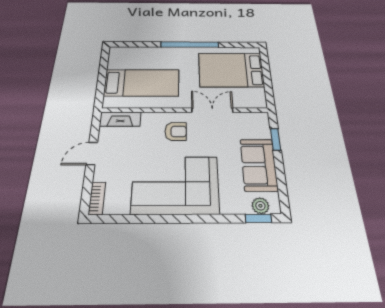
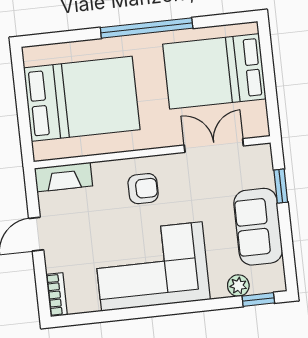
bed: (142, 83) -> (82, 99), width x1.50
double door: (212, 110) -> (214, 146), moved
plant: (260, 206) -> (238, 286), moved

